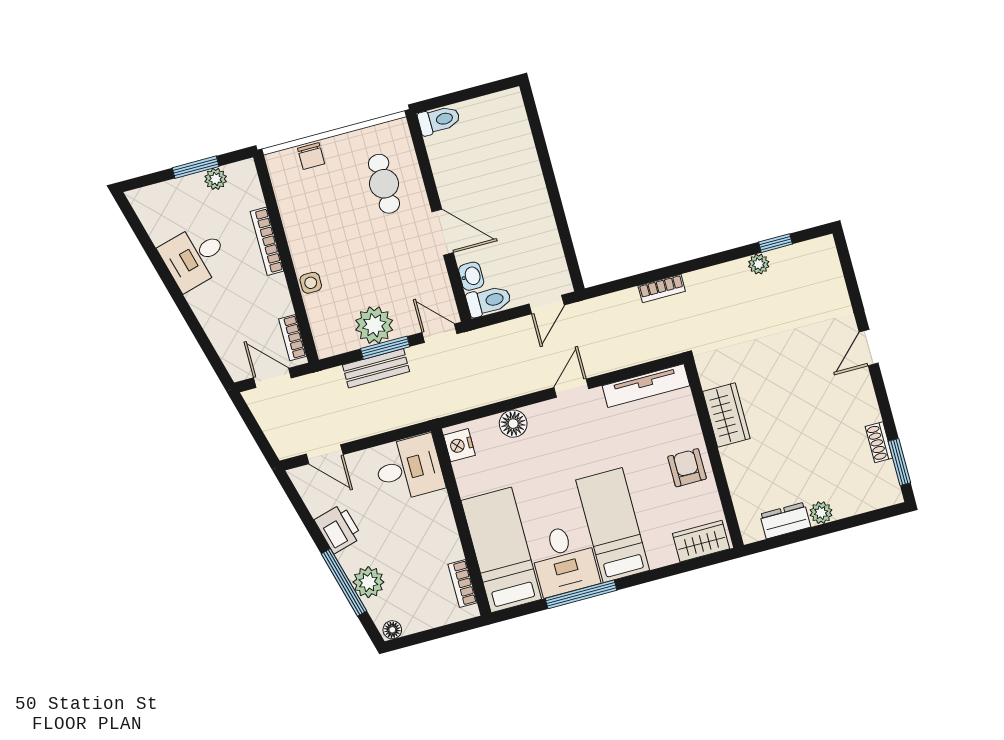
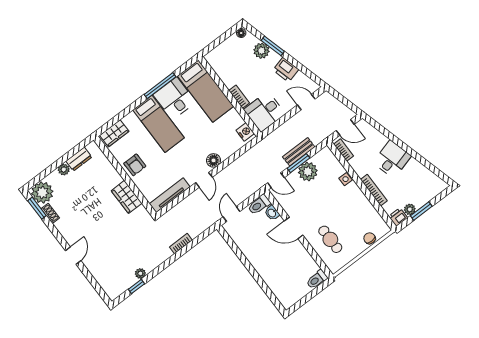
printer: (243, 174) -> (398, 217), added
desk: (194, 257) -> (392, 159), moved
floor lamp: (513, 424) -> (214, 160), moved
plant: (878, 487) -> (42, 192), added
window: (344, 582) -> (273, 46), width x0.69
bookcase: (463, 583) -> (239, 97), moved

